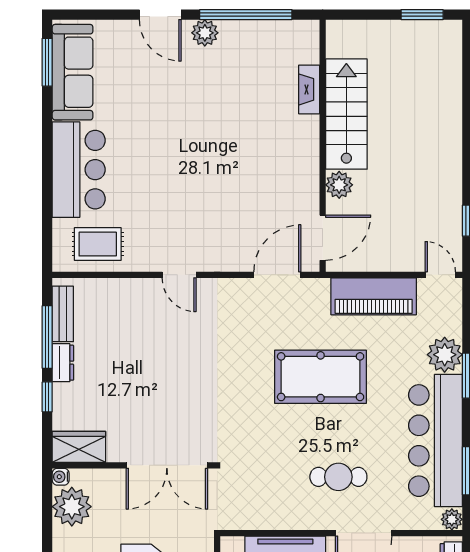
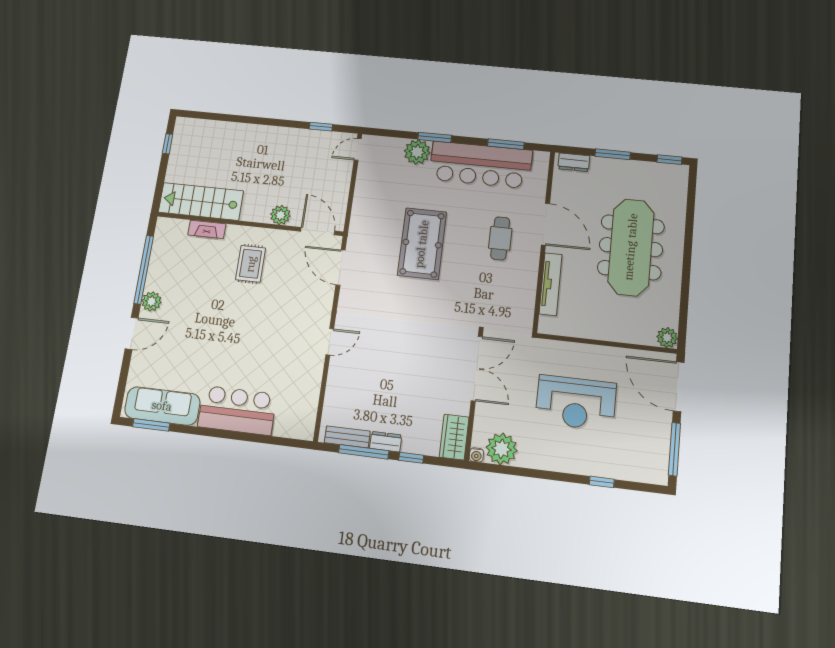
window: (422, 15) -> (168, 144), width x0.67
stairs: (346, 114) -> (201, 201), moved
rug: (98, 244) -> (251, 264), moved
piano: (374, 296) -> (367, 199), removed
plant: (452, 519) -> (541, 159), removed

